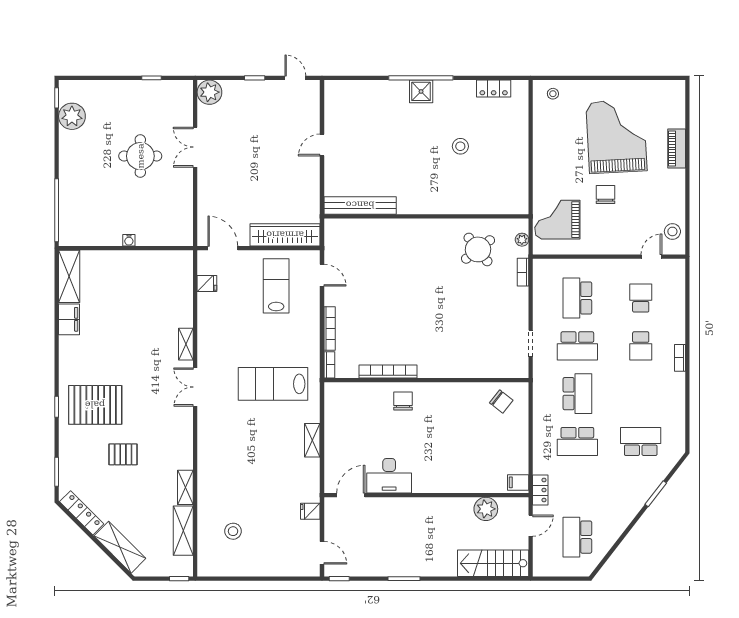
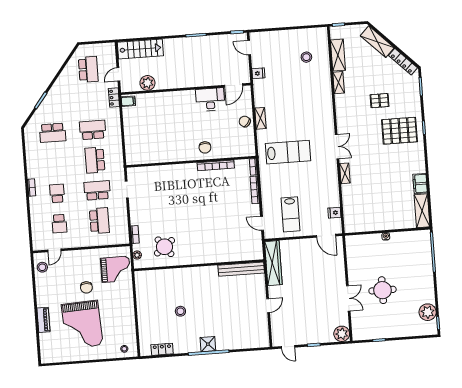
wardrobe: (285, 235) -> (273, 263), moved, turned -90
chair: (501, 401) -> (245, 121), moved

